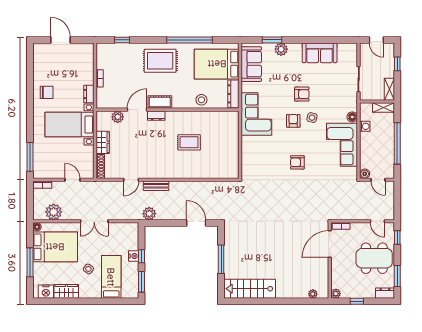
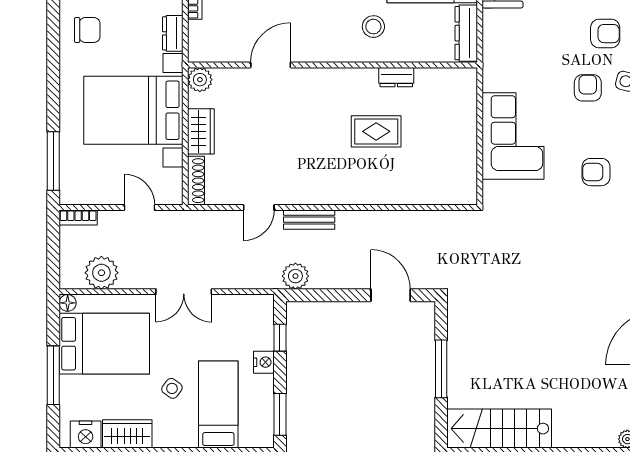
stool: (201, 100) -> (373, 27), moved
cot: (160, 102) -> (317, 50), removed
corner sofa: (256, 114) -> (513, 136), moved
dresser: (156, 116) -> (396, 77), moved
plant: (118, 117) -> (200, 80), moved
bed with nightstands: (69, 124) -> (133, 110), width x1.36
window: (142, 256) -> (280, 338), moved

